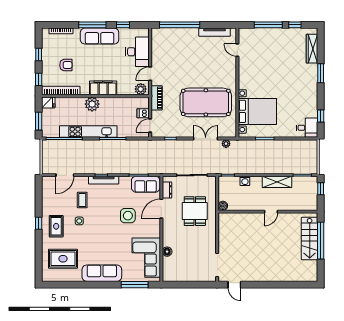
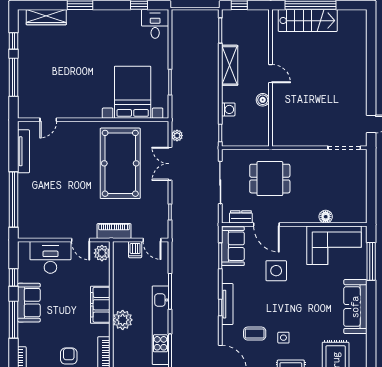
sofa: (100, 36) -> (29, 303), width x0.73
boiler: (223, 206) -> (263, 100), moved

